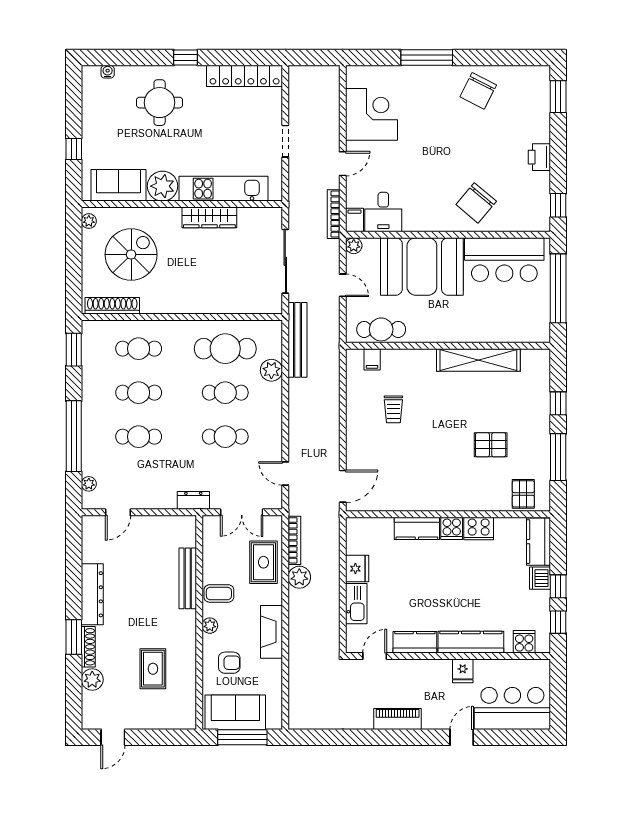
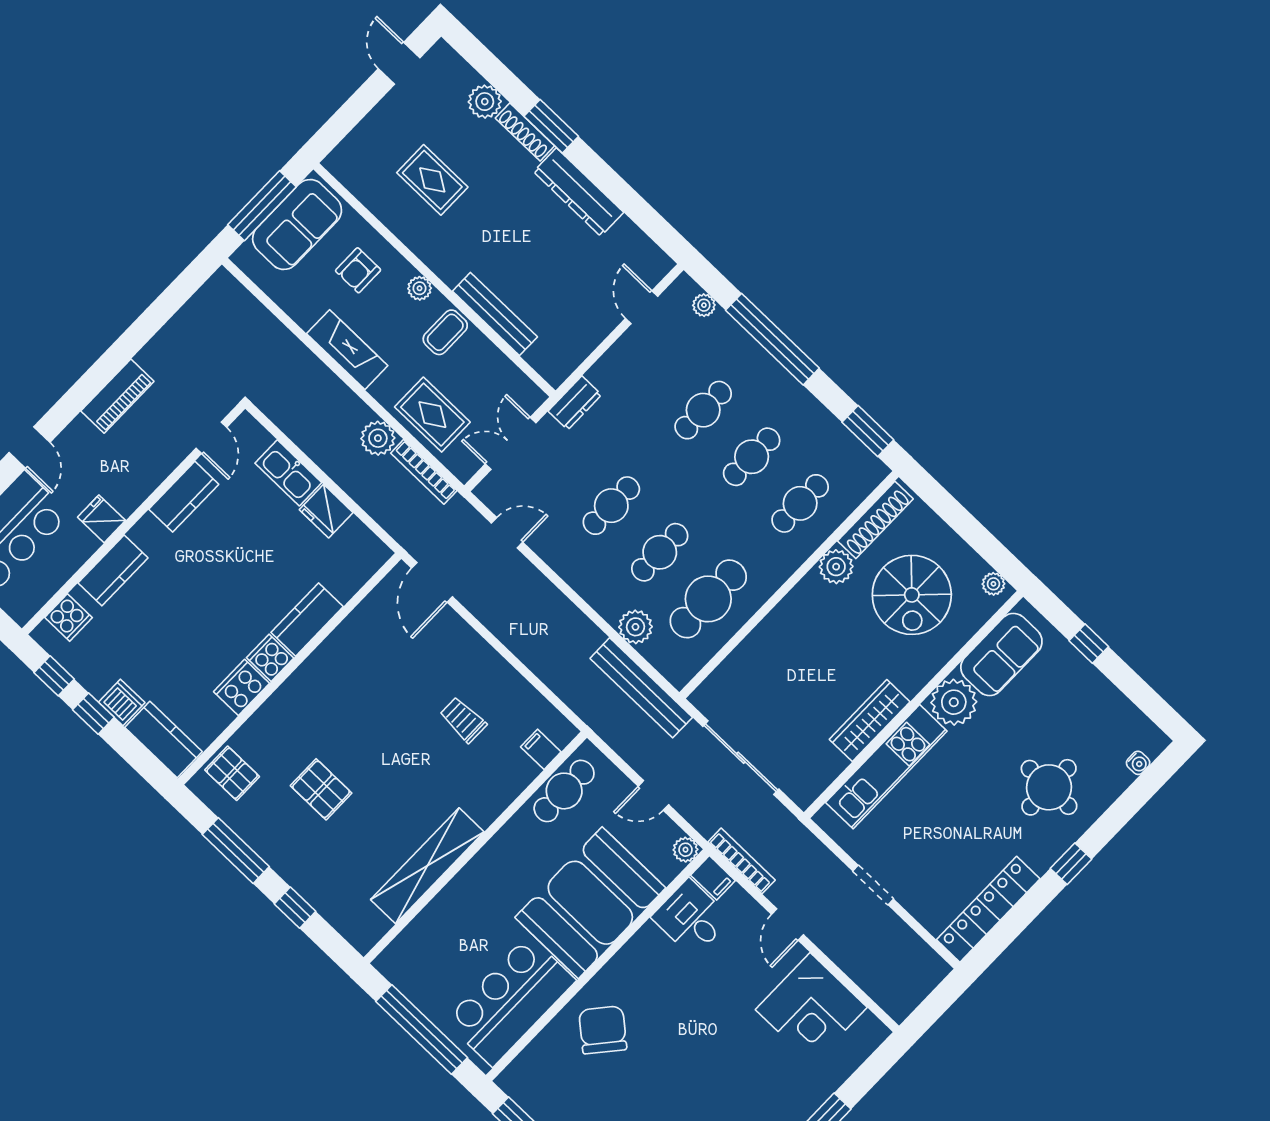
plant: (152, 303) -> (836, 567), added
pallet: (491, 445) -> (321, 789), turned 90
kitchen counter: (471, 642) -> (113, 570), width x0.67

